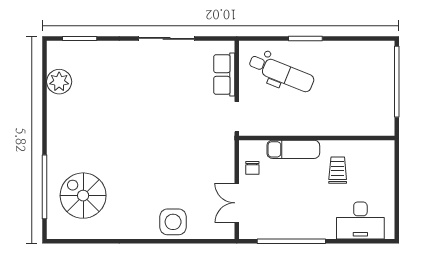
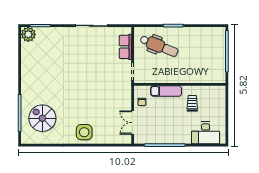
plant: (59, 82) -> (28, 34), moved
side table: (173, 222) -> (84, 132), moved

